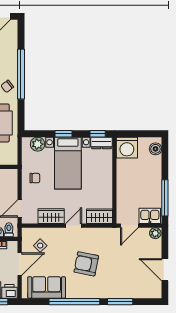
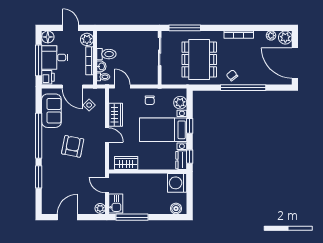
wardrobe: (99, 216) -> (126, 163), moved, turned -90

